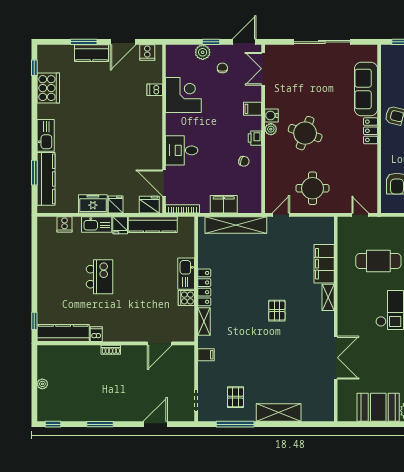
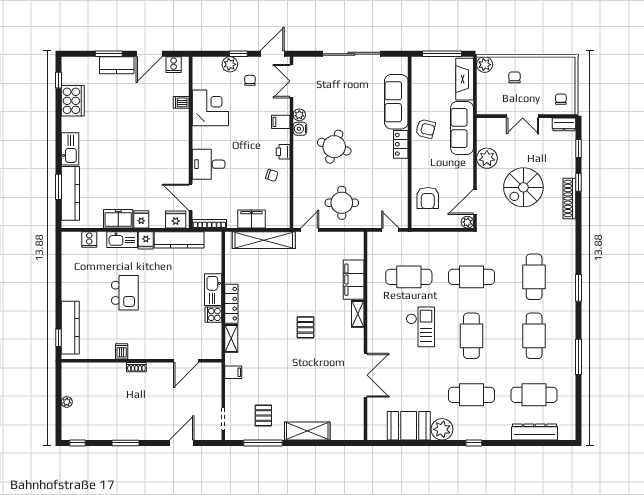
plant: (271, 129) -> (299, 115), moved
kitchen counter: (63, 333) -> (70, 328), moved, turned 90

